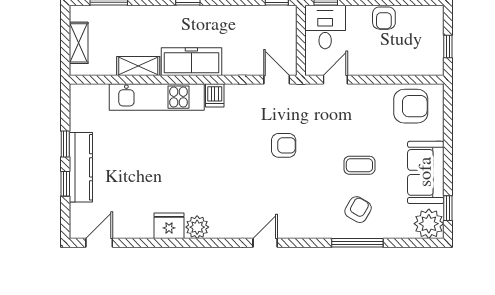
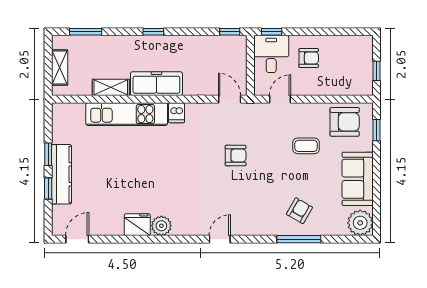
armchair: (384, 18) -> (309, 58), moved, turned -90
coffee table: (359, 165) -> (306, 146), moved
window: (448, 208) -> (376, 130), moved

